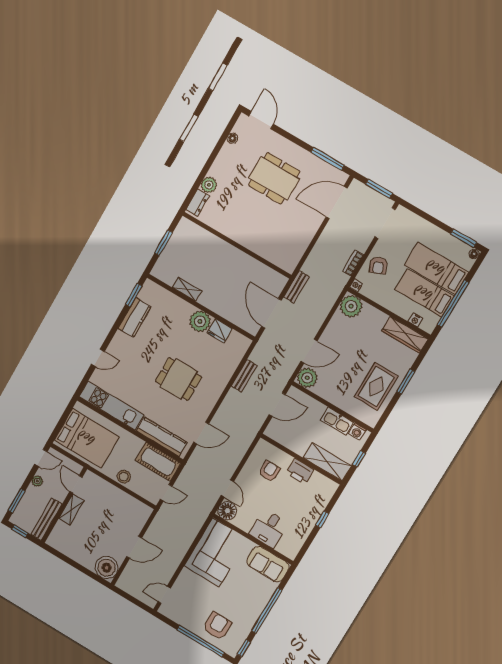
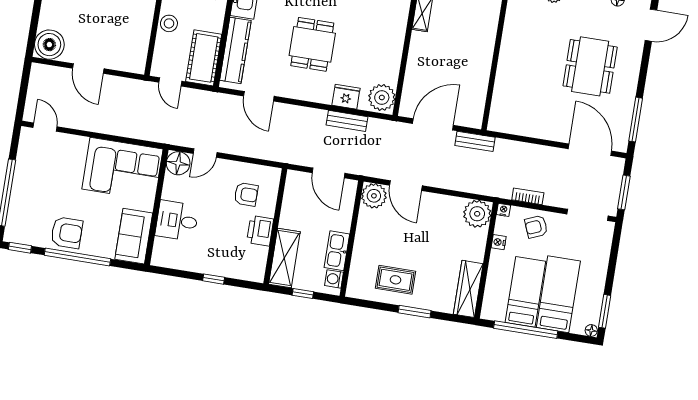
nightstand: (415, 320) -> (499, 242), moved
plant: (200, 321) -> (382, 97), moved
fridge: (219, 331) -> (346, 97), moved, turned 90
rug: (376, 386) -> (396, 280), width x0.73, depth x0.70
armchair: (217, 626) -> (67, 233), moved

